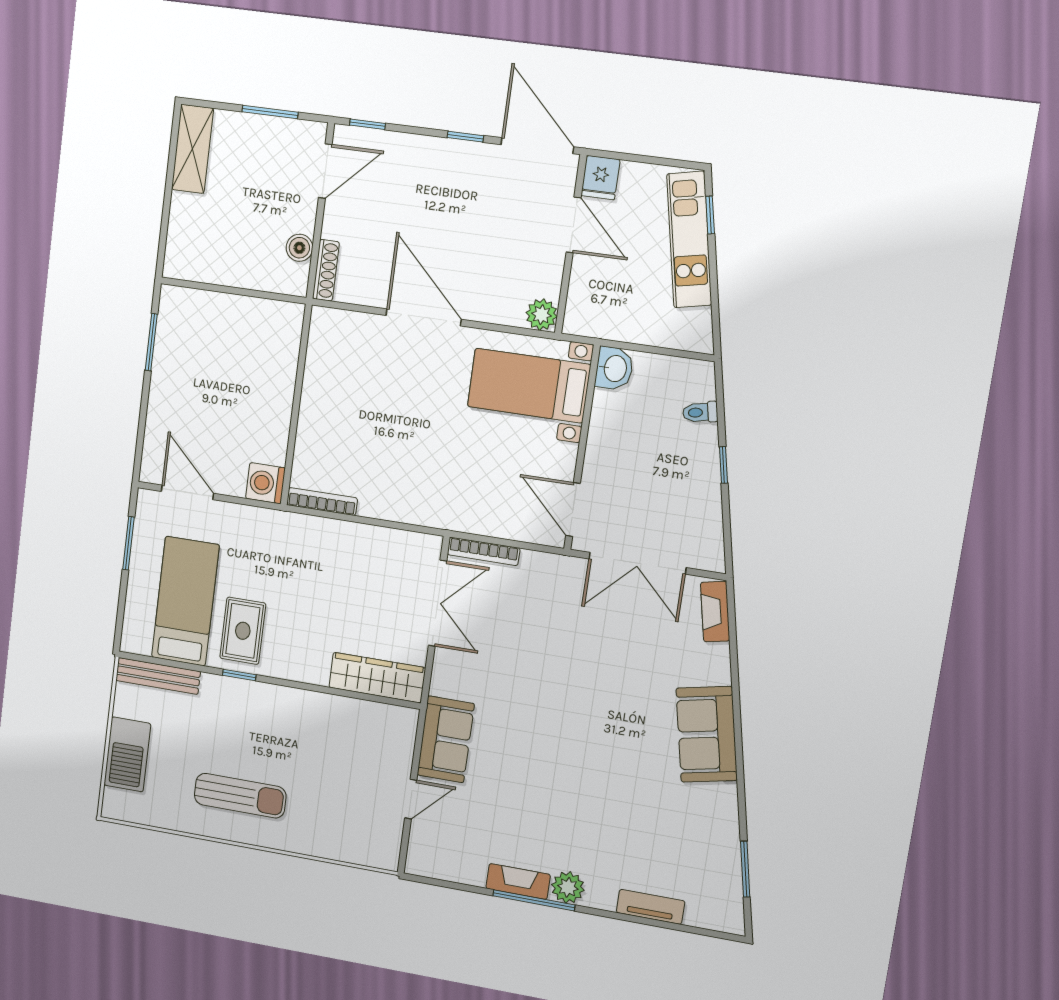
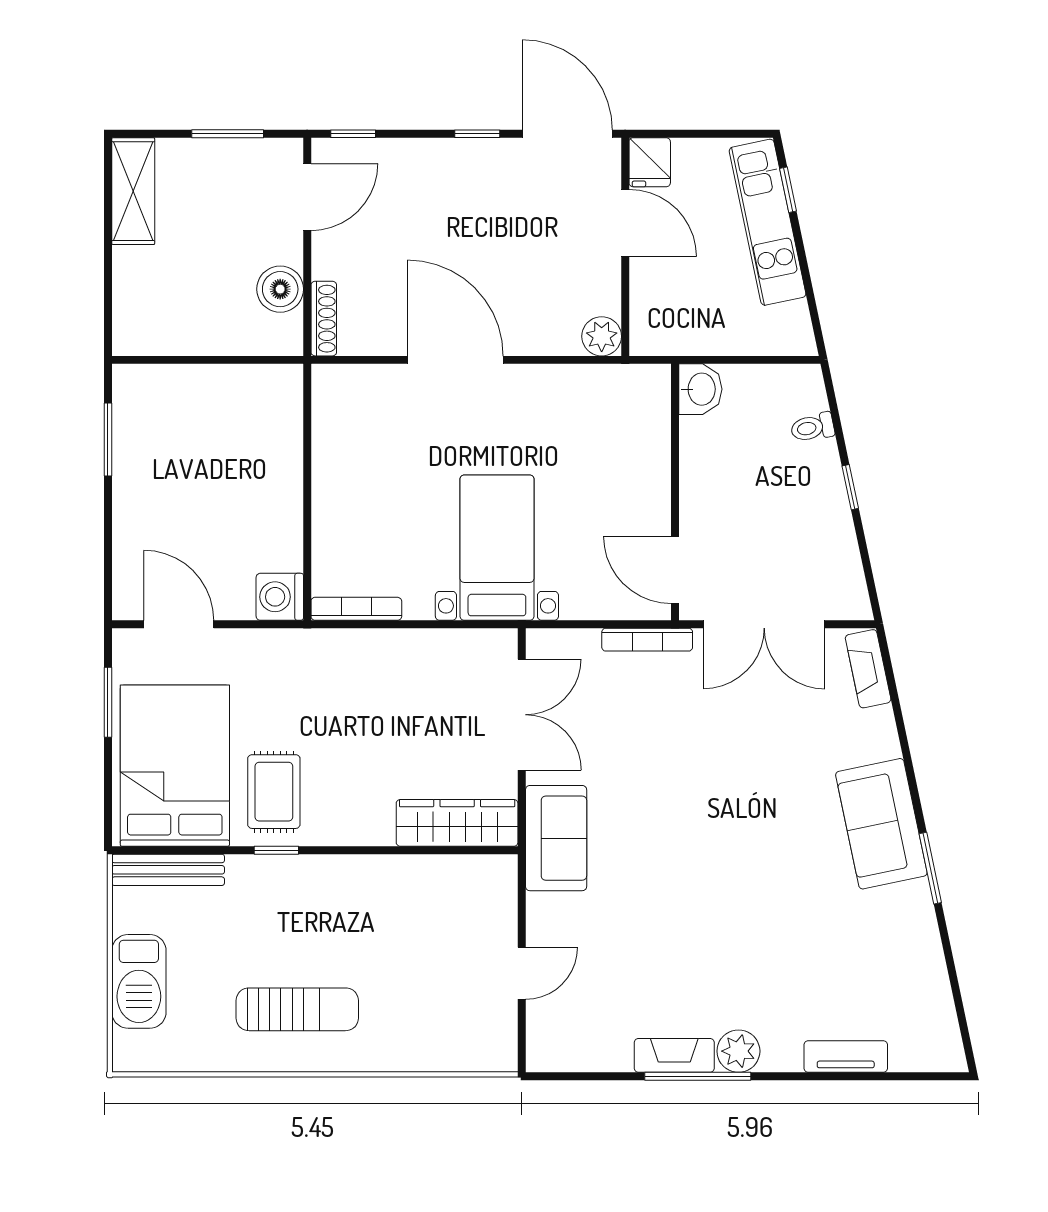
boiler: (299, 248) -> (280, 289), width x1.36, depth x1.36
bed with nightstands: (529, 386) -> (497, 548), moved, turned 90
bookcase: (484, 551) -> (647, 640), moved
bed: (185, 601) -> (175, 766), width x1.50
sofa: (446, 739) -> (556, 838), moved
window: (745, 869) -> (930, 868), moved

